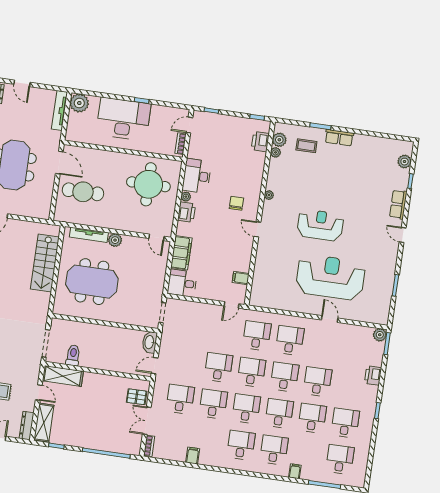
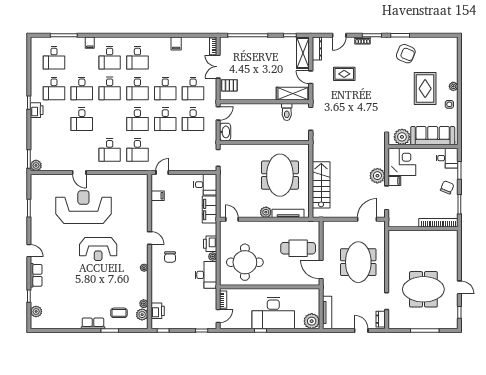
reception desk: (331, 277) -> (83, 207), turned 180
meeting table: (92, 282) -> (280, 175), turned 90
printer: (373, 375) -> (37, 110), moved
desk: (284, 377) -> (193, 119), moved
double door: (147, 421) -> (218, 67), swing flipped

